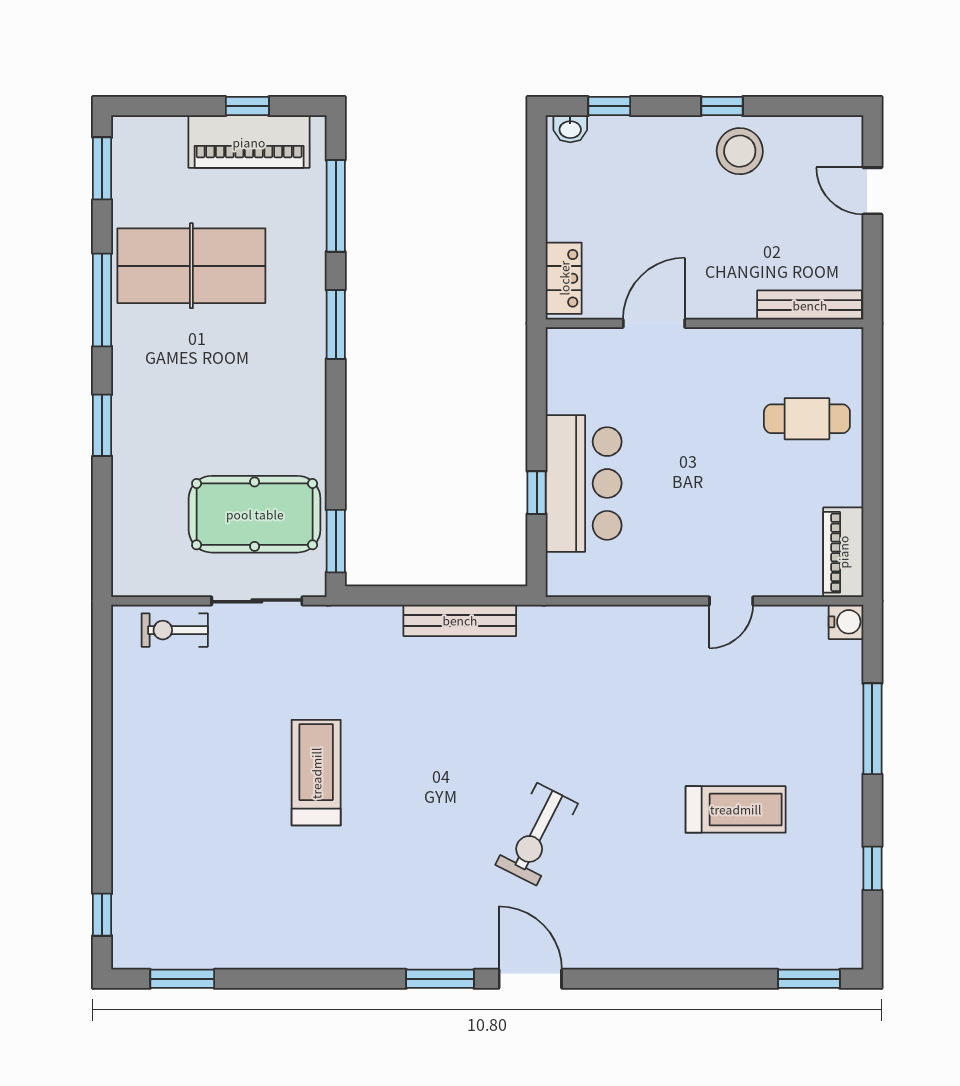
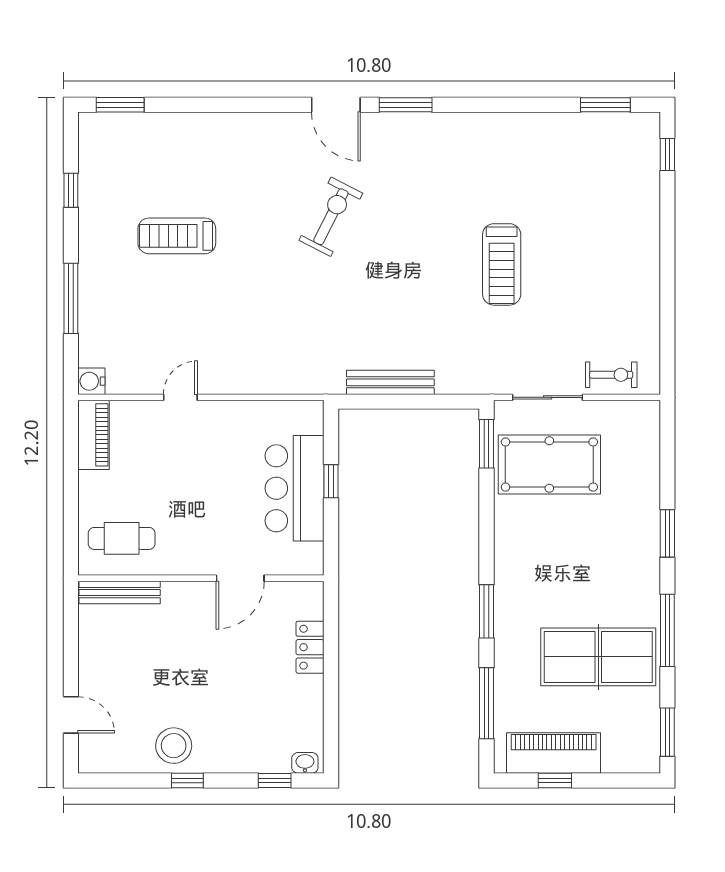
bench: (810, 305) -> (120, 593), moved
door: (654, 323) -> (240, 578), moved
wall: (704, 323) -> (201, 578), moved

